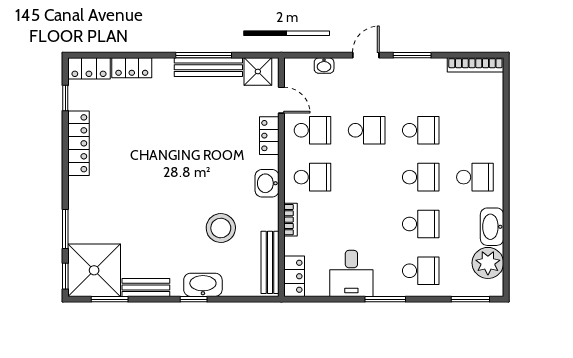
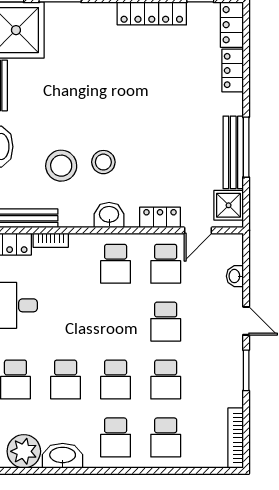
school desk: (475, 130) -> (166, 437), added
stool: (217, 189) -> (103, 162), added
bookcase: (291, 220) -> (51, 240), moved

